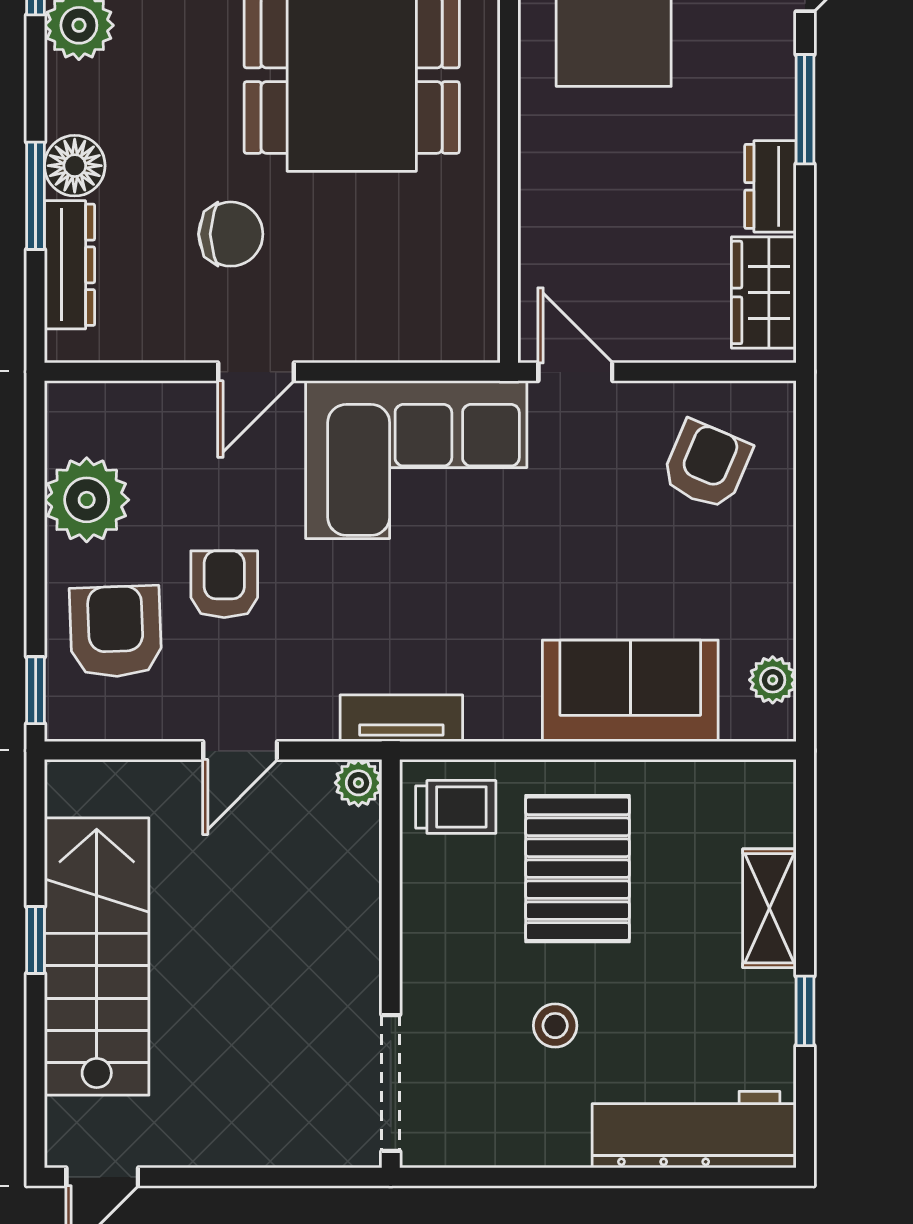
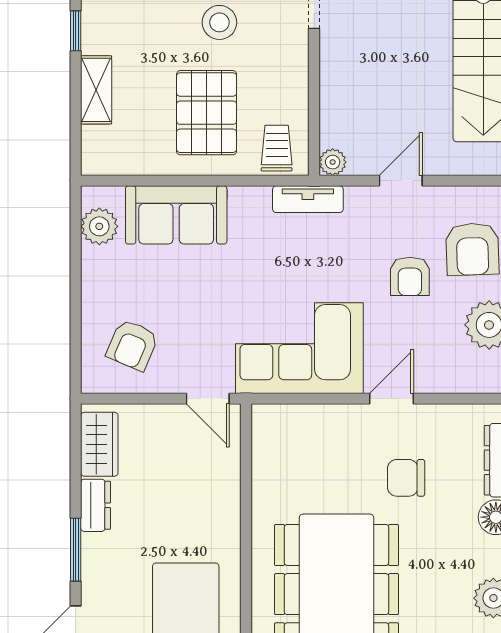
plant: (773, 680) -> (99, 226), width x1.38, depth x1.38
trolley: (456, 807) -> (277, 148), turned 90
stool: (555, 1026) -> (219, 22), width x1.37, depth x1.37

